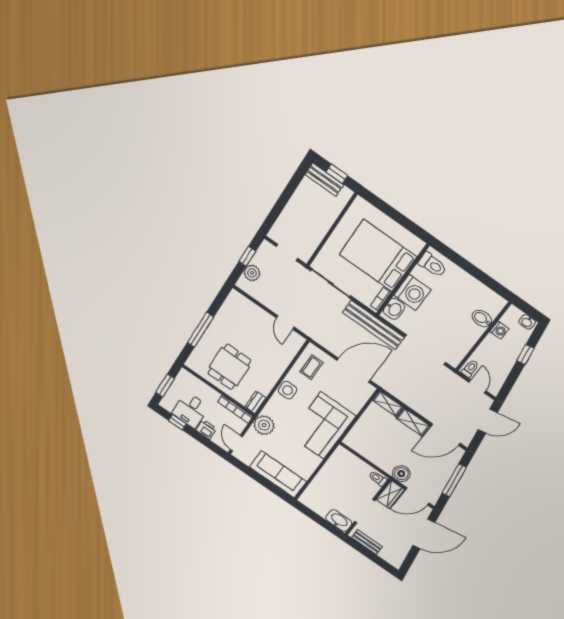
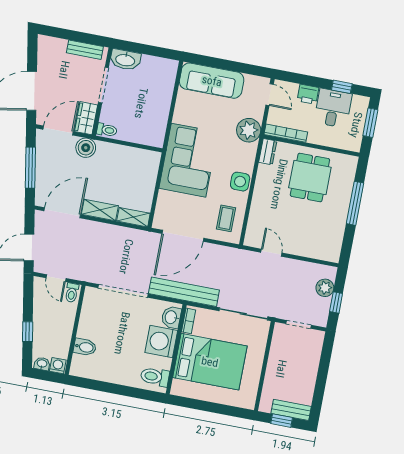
washing machine: (499, 330) -> (58, 366), moved, turned 90

